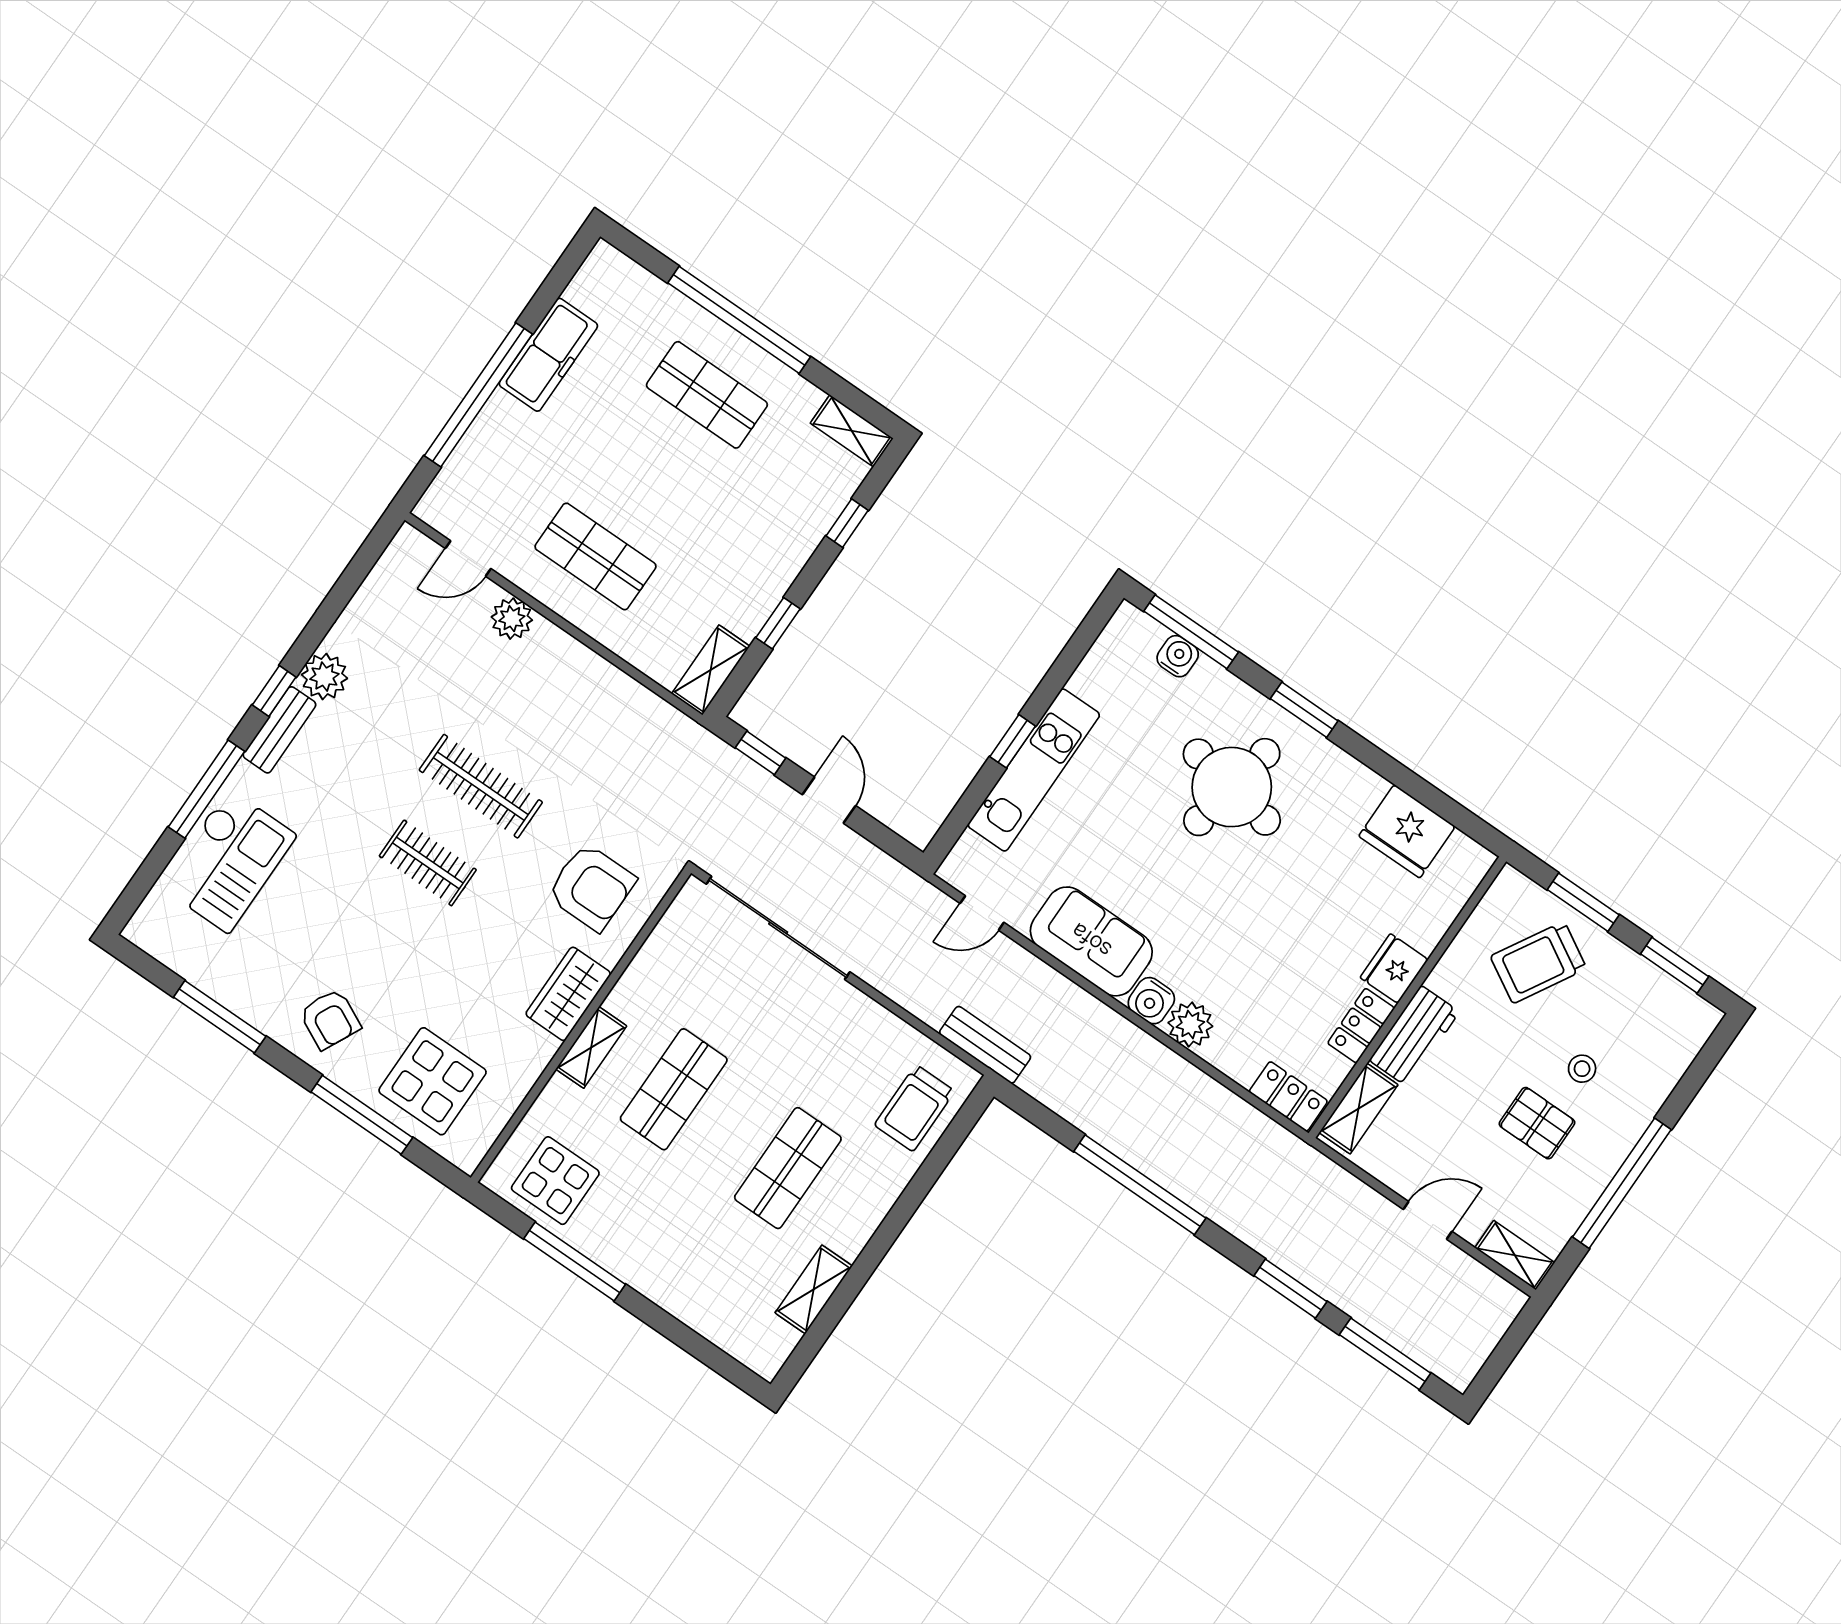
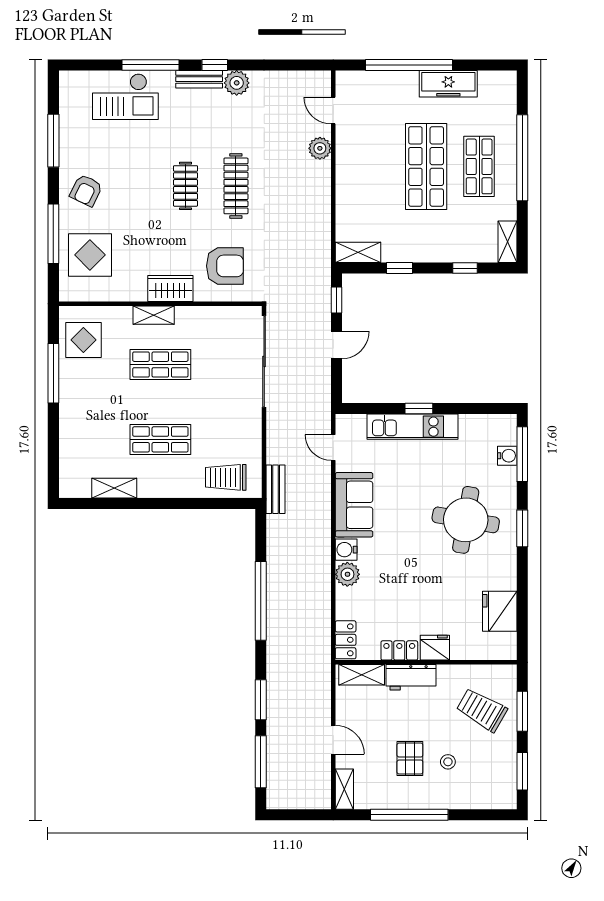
shop shelf: (595, 556) -> (426, 166), moved, width x1.43, depth x1.36
armchair: (591, 887) -> (225, 266), turned -90

